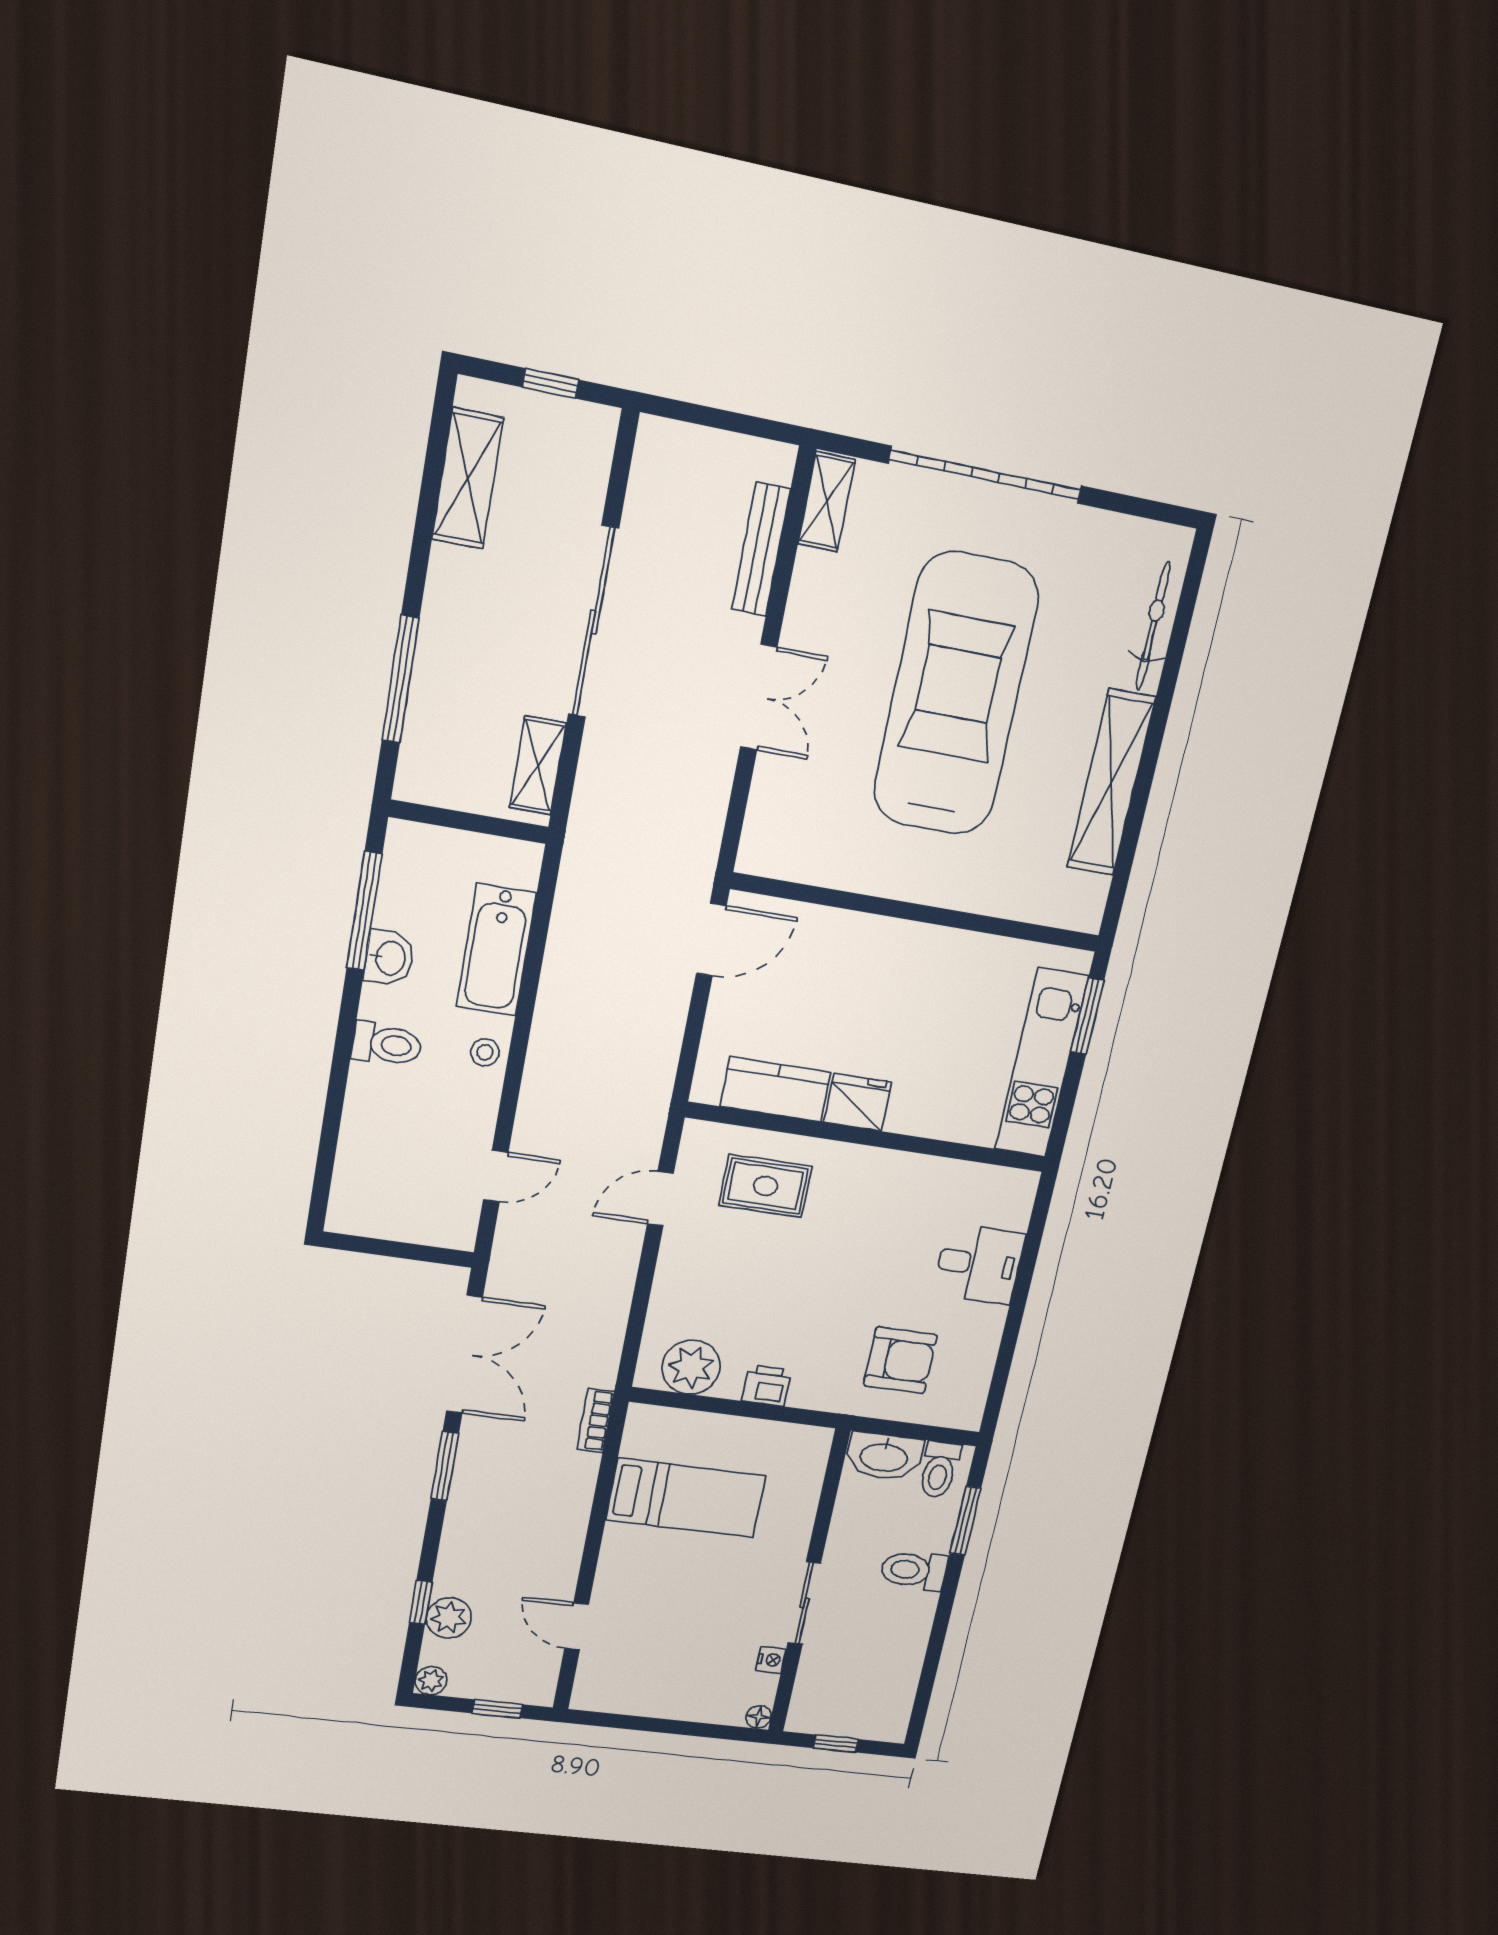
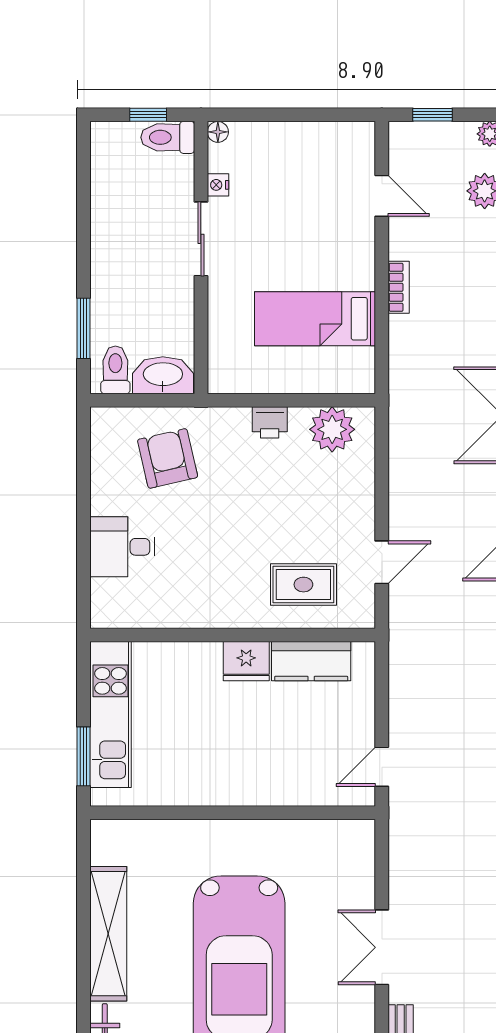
door: (711, 940) -> (382, 767), width x0.73
armchair: (900, 1360) -> (168, 458), turned 77
bookcase: (595, 1420) -> (399, 287), moved
toilet: (914, 1570) -> (168, 137), moved, turned 180

